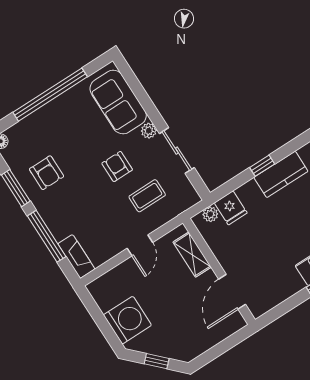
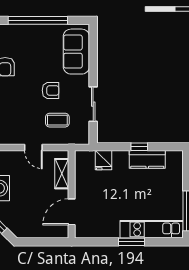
plant: (149, 131) -> (84, 81), removed
armchair: (117, 166) -> (51, 90), turned 90
plant: (210, 214) -> (89, 156), removed
door: (140, 245) -> (33, 148), hinge flipped

